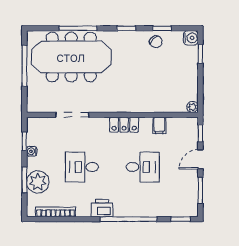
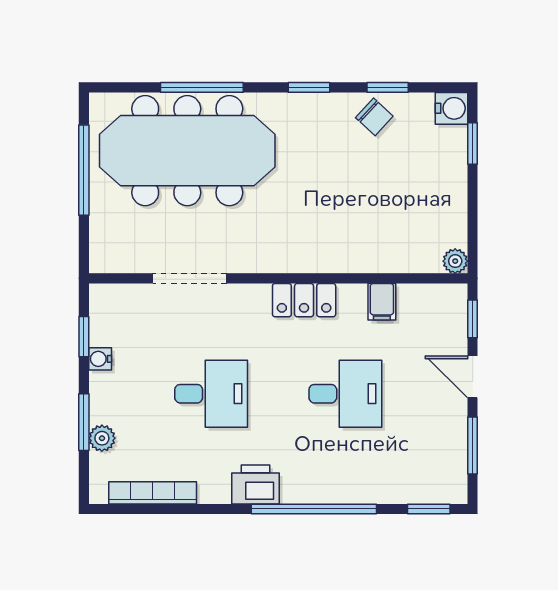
door: (200, 159) -> (473, 377), hinge flipped
desk: (82, 167) -> (211, 394), turned 180
plant: (38, 182) -> (102, 438), width x0.53, depth x0.53

